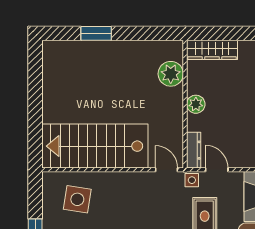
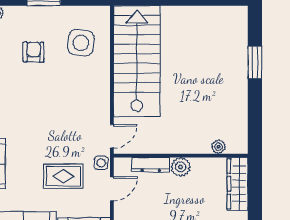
plant: (171, 74) -> (219, 147), width x0.53, depth x0.53
dresser: (194, 150) -> (151, 165), moved

